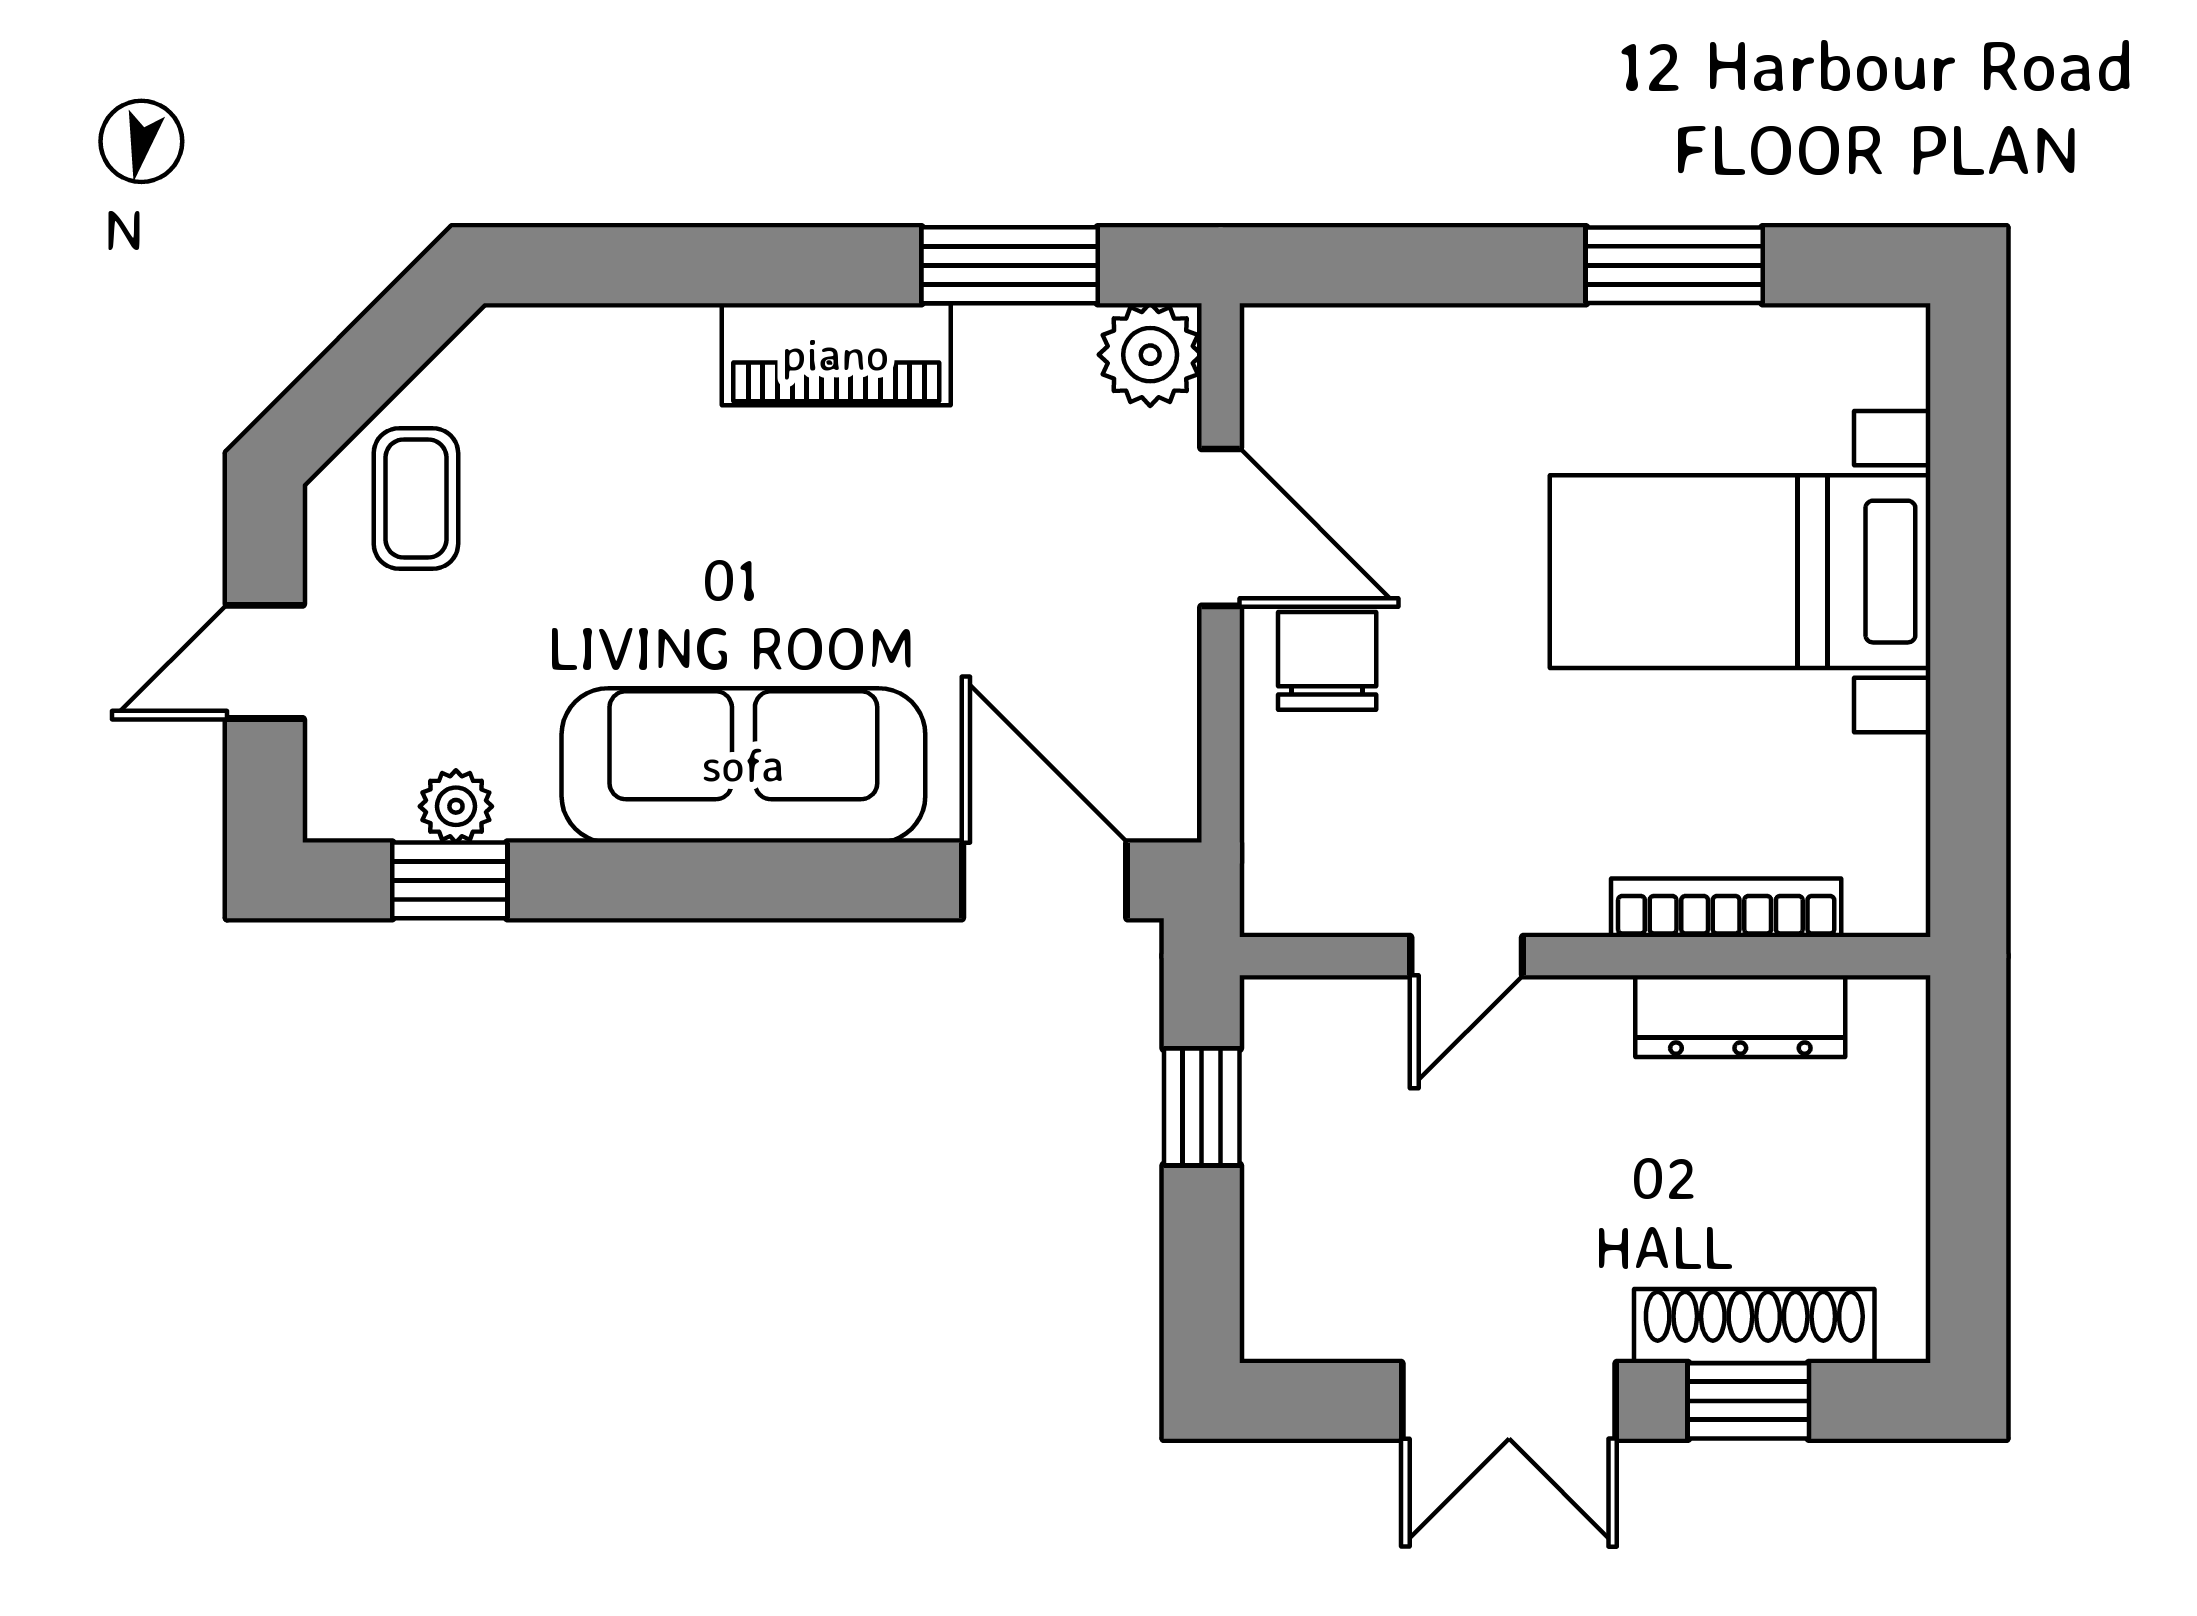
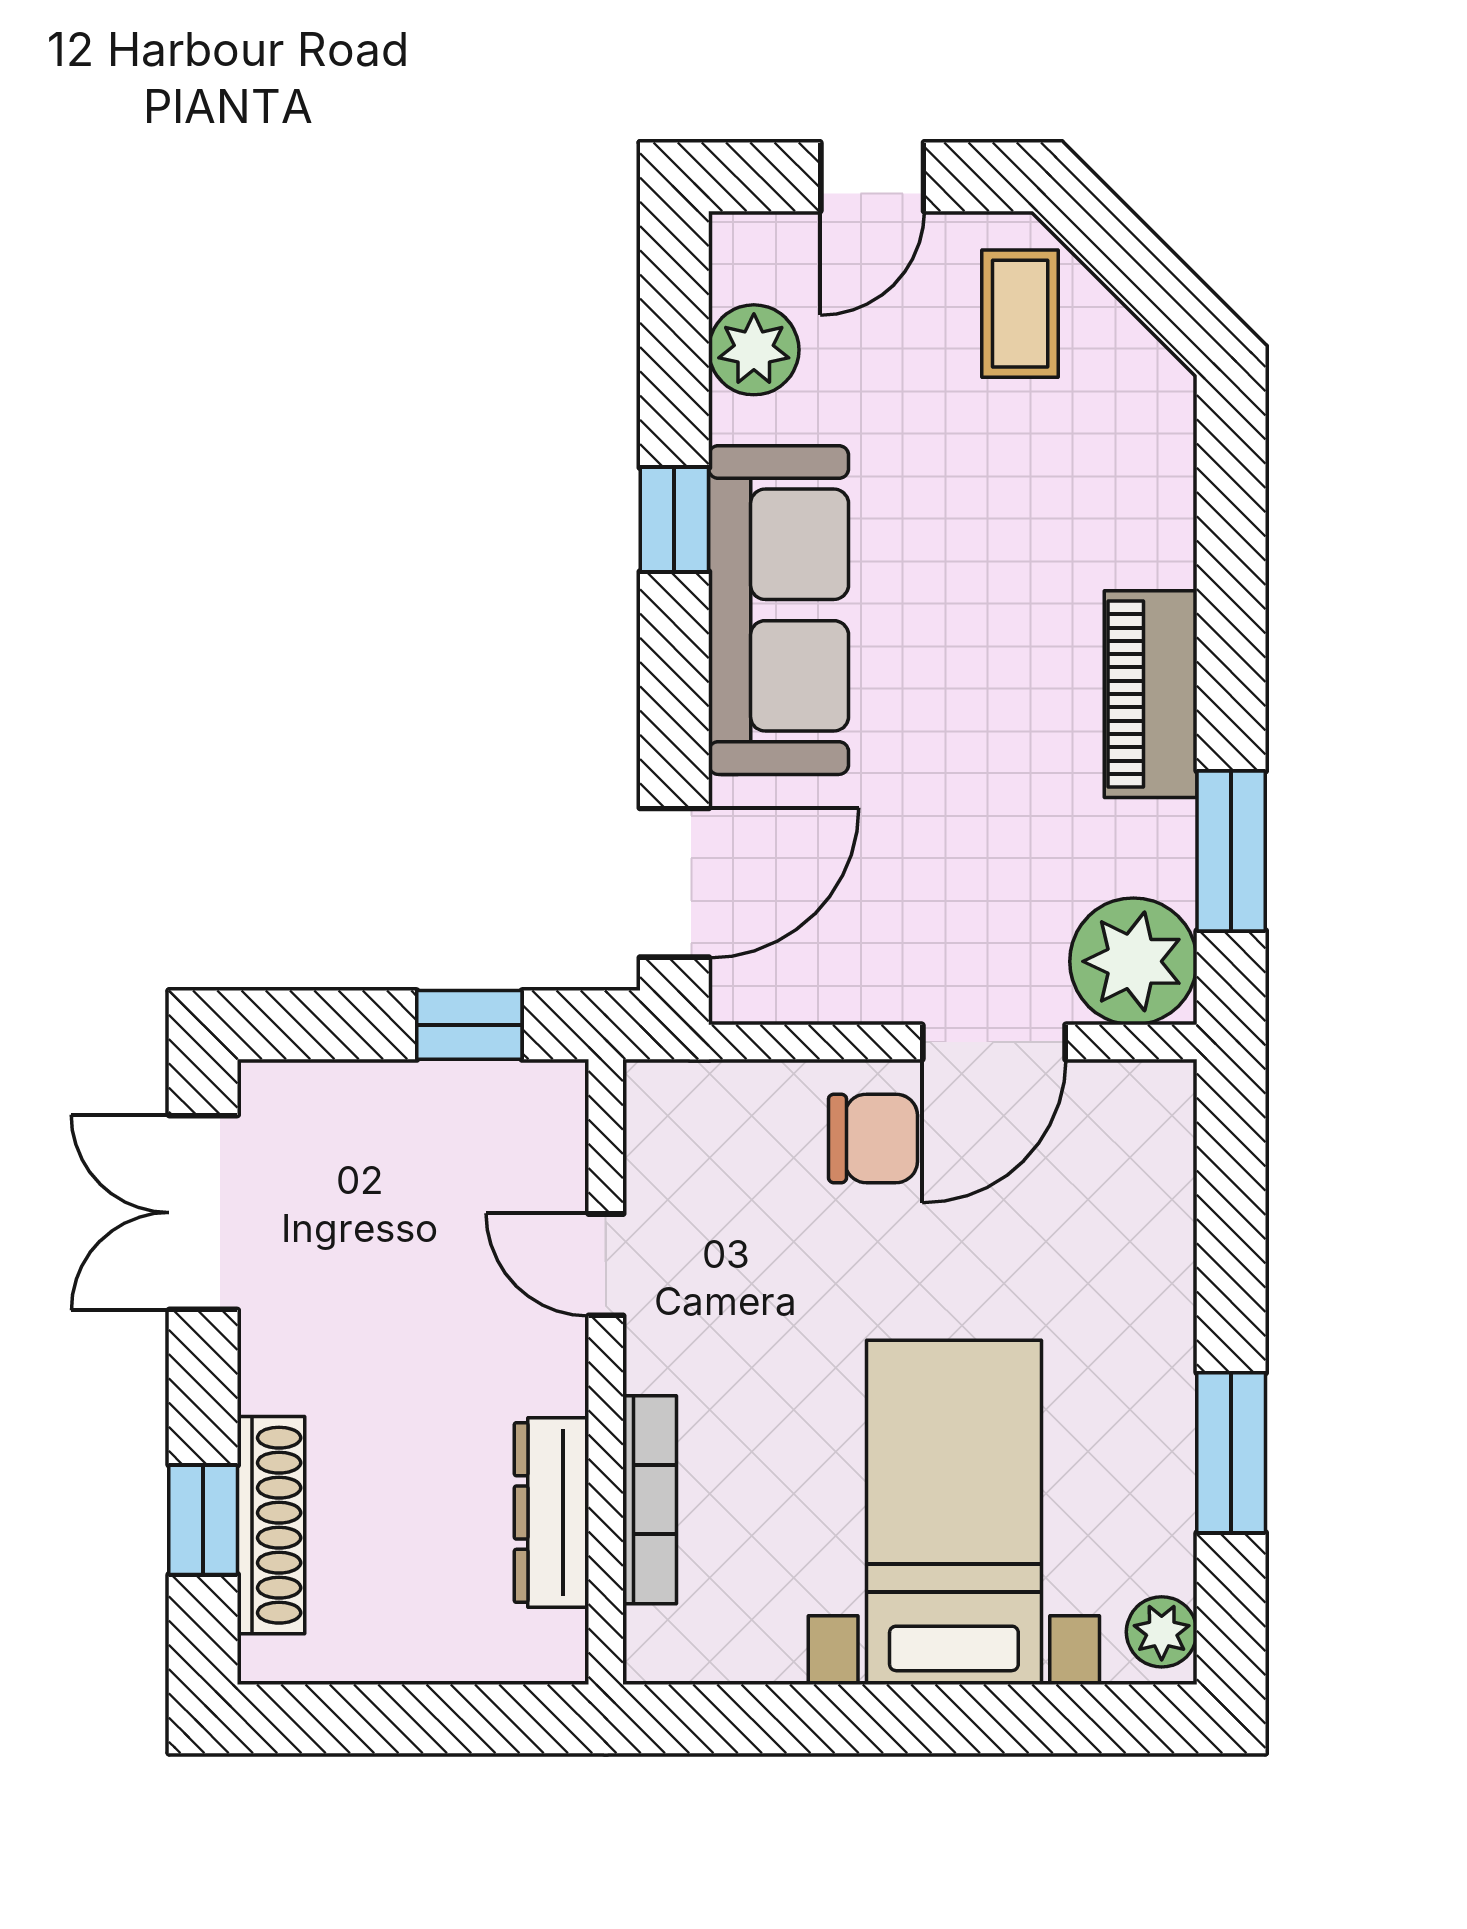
plant: (1872, 342) -> (1162, 1632), added
plant: (1150, 355) -> (1133, 961), width x1.36, depth x1.36
coffee table: (416, 499) -> (1020, 314), turned 90
door: (265, 662) -> (872, 177), swing flipped
plant: (456, 806) -> (754, 350), width x1.38, depth x1.38
window: (450, 880) -> (674, 520), moved
double door: (1509, 1401) -> (203, 1213), moved

